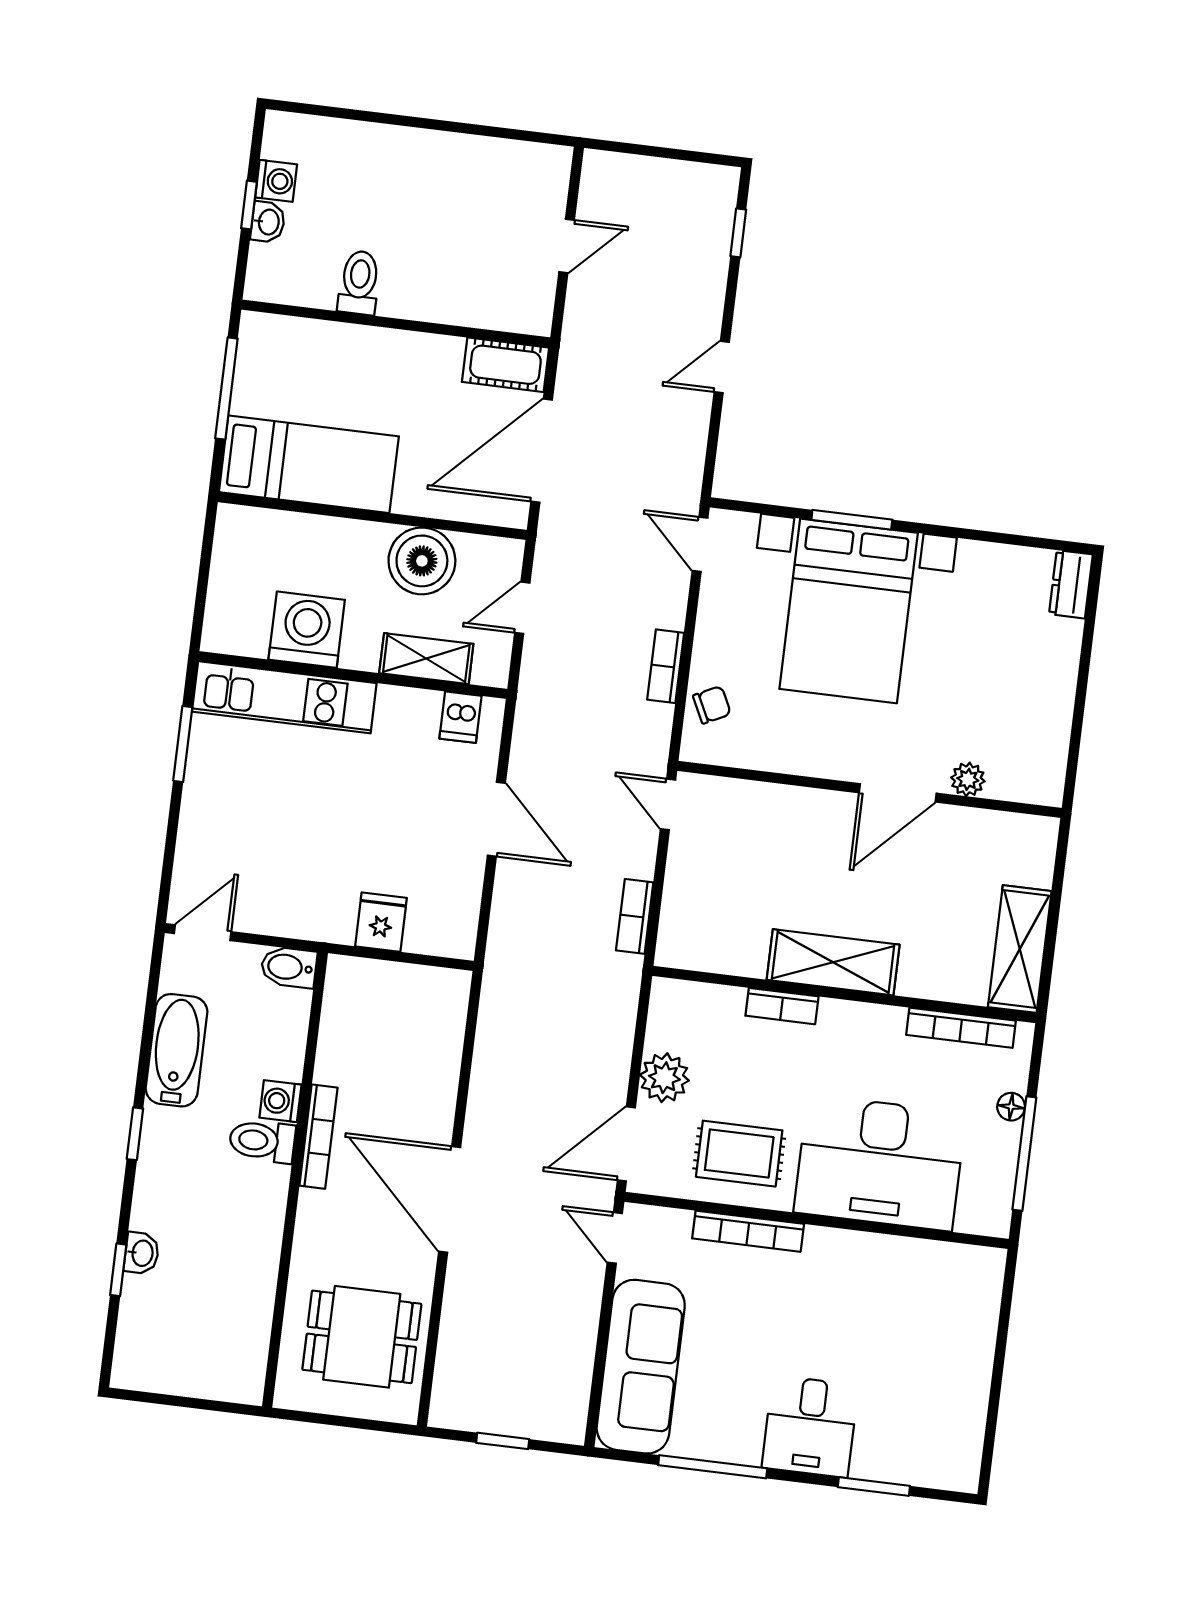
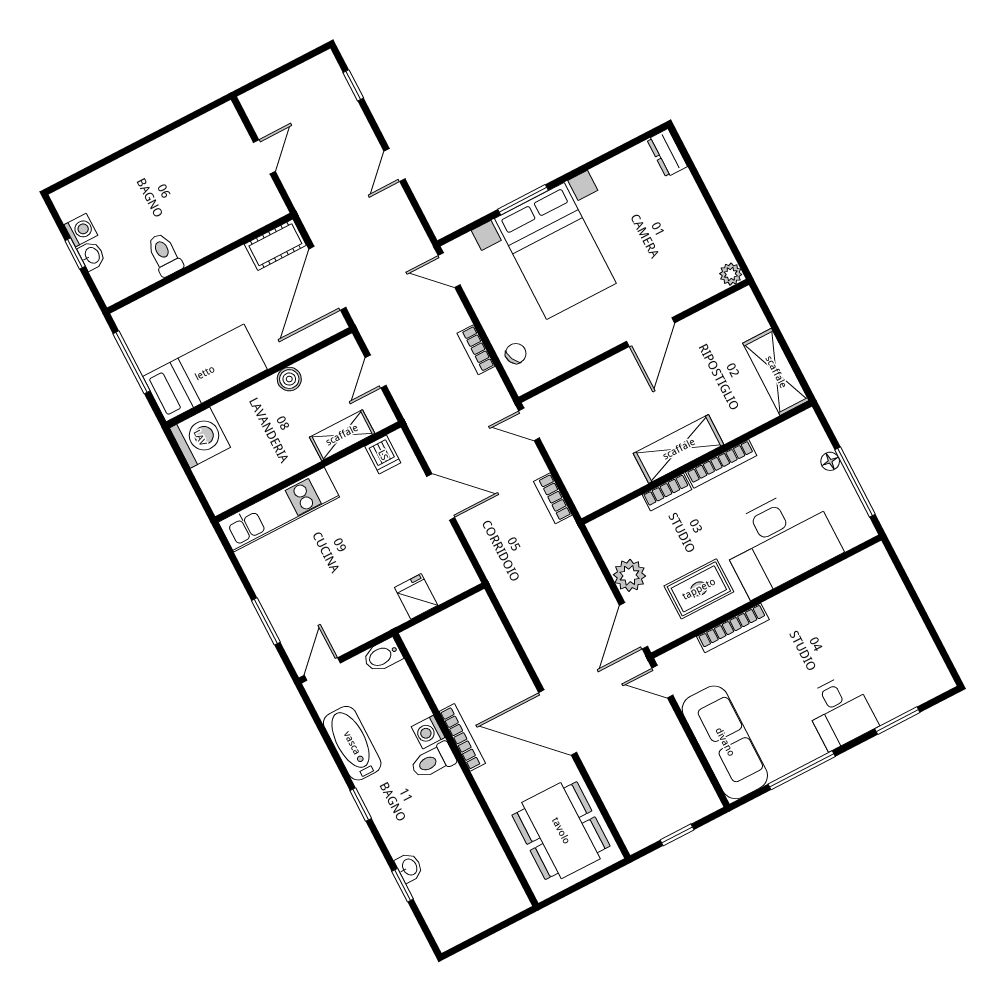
boiler: (422, 561) -> (289, 379), width x0.54, depth x0.54
washing machine: (307, 630) -> (200, 438), moved, turned 90
window: (183, 744) -> (266, 621), moved
plant: (968, 779) -> (731, 274), moved
bookcase: (961, 1028) -> (721, 464), moved
dining table: (362, 1337) -> (561, 831), width x1.38

